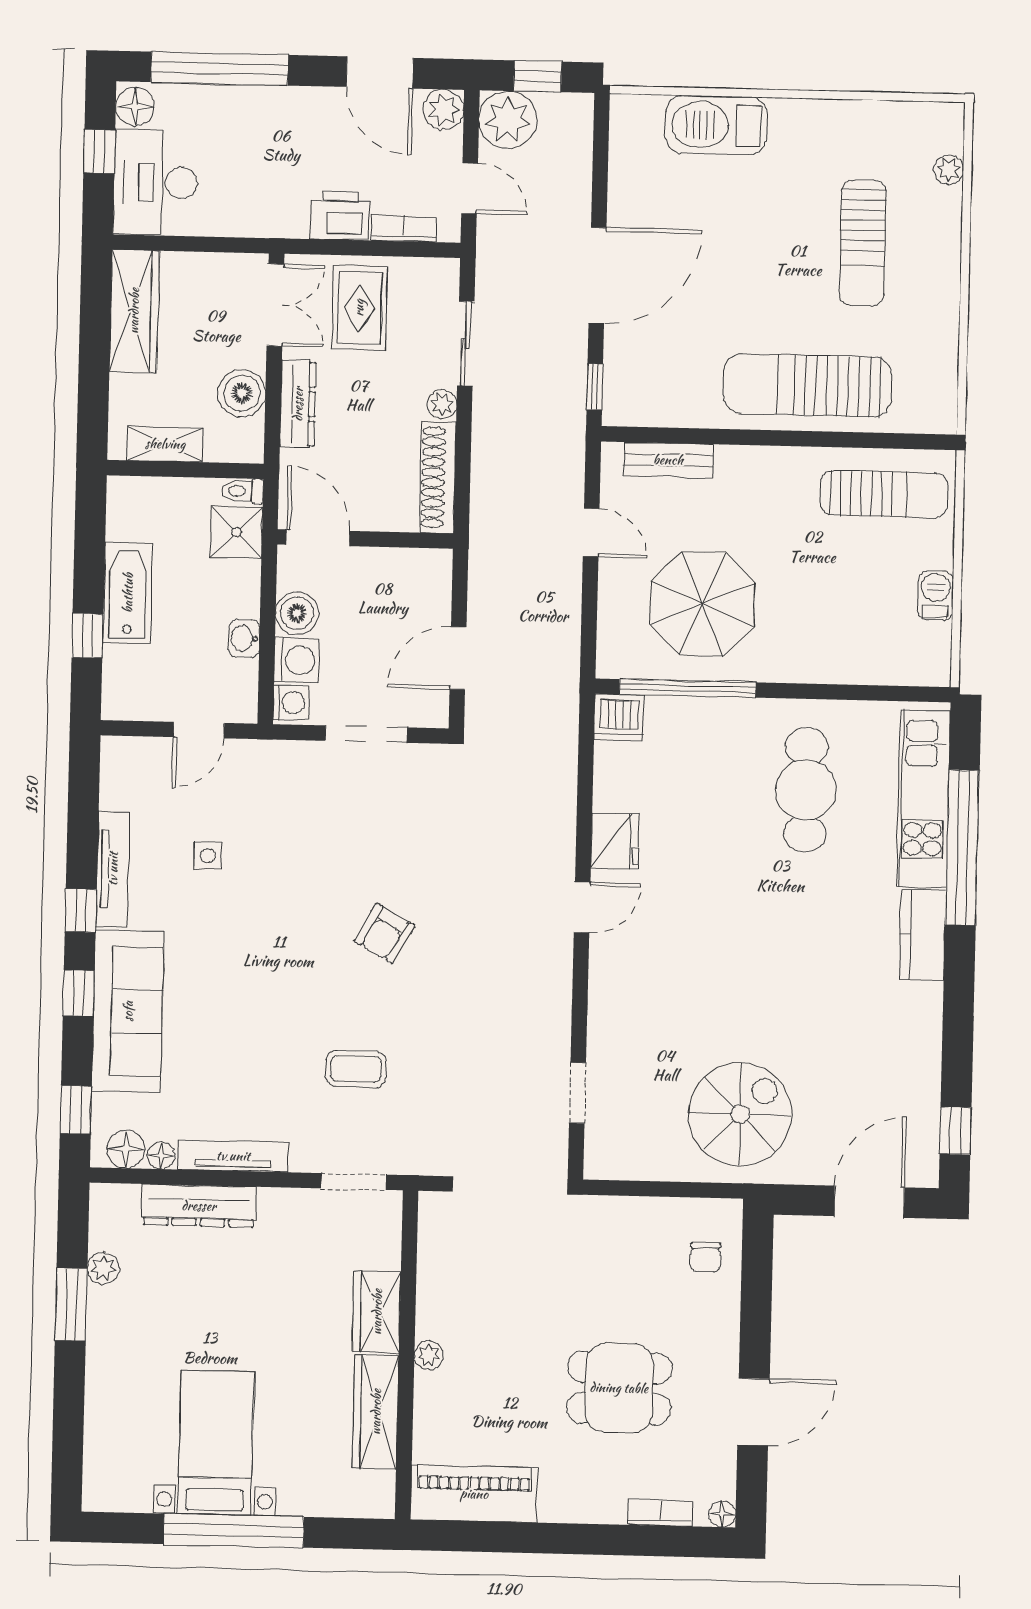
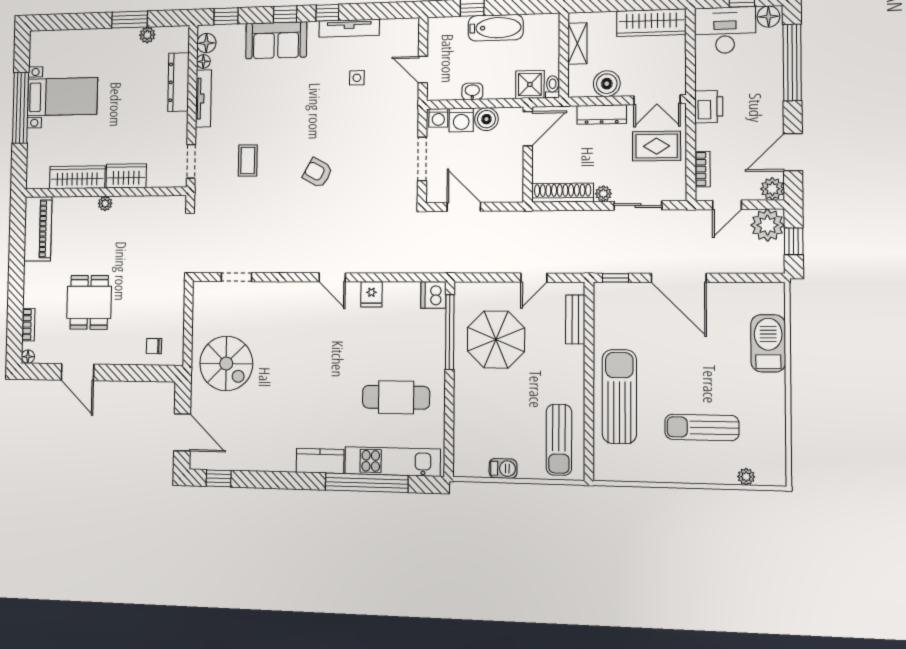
printer: (340, 216) -> (709, 107), moved
fridge: (615, 841) -> (371, 294), width x0.72
sofa: (128, 1011) -> (276, 40), width x0.73

